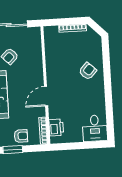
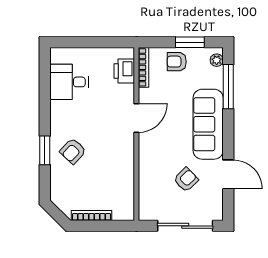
window: (107, 70) -> (45, 150), added
desk: (95, 128) -> (69, 82), moved, turned -90

